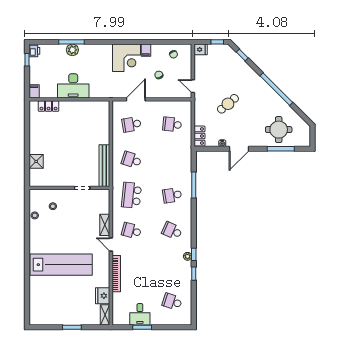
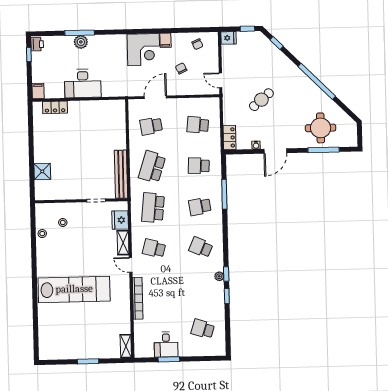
school desk: (132, 160) -> (152, 167), width x1.85
school desk: (172, 160) -> (199, 166), added
fridge: (103, 296) -> (120, 220), moved

